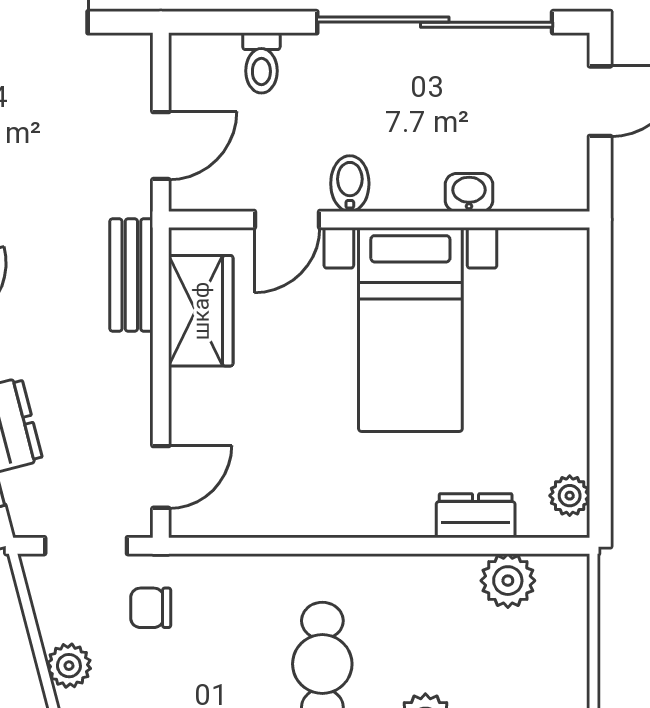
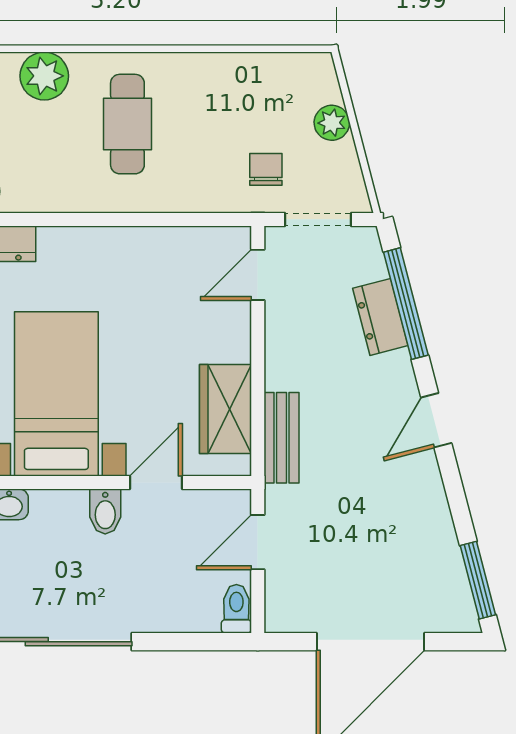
toilet: (261, 63) -> (236, 609), moved
chair: (151, 608) -> (266, 169), turned -90

